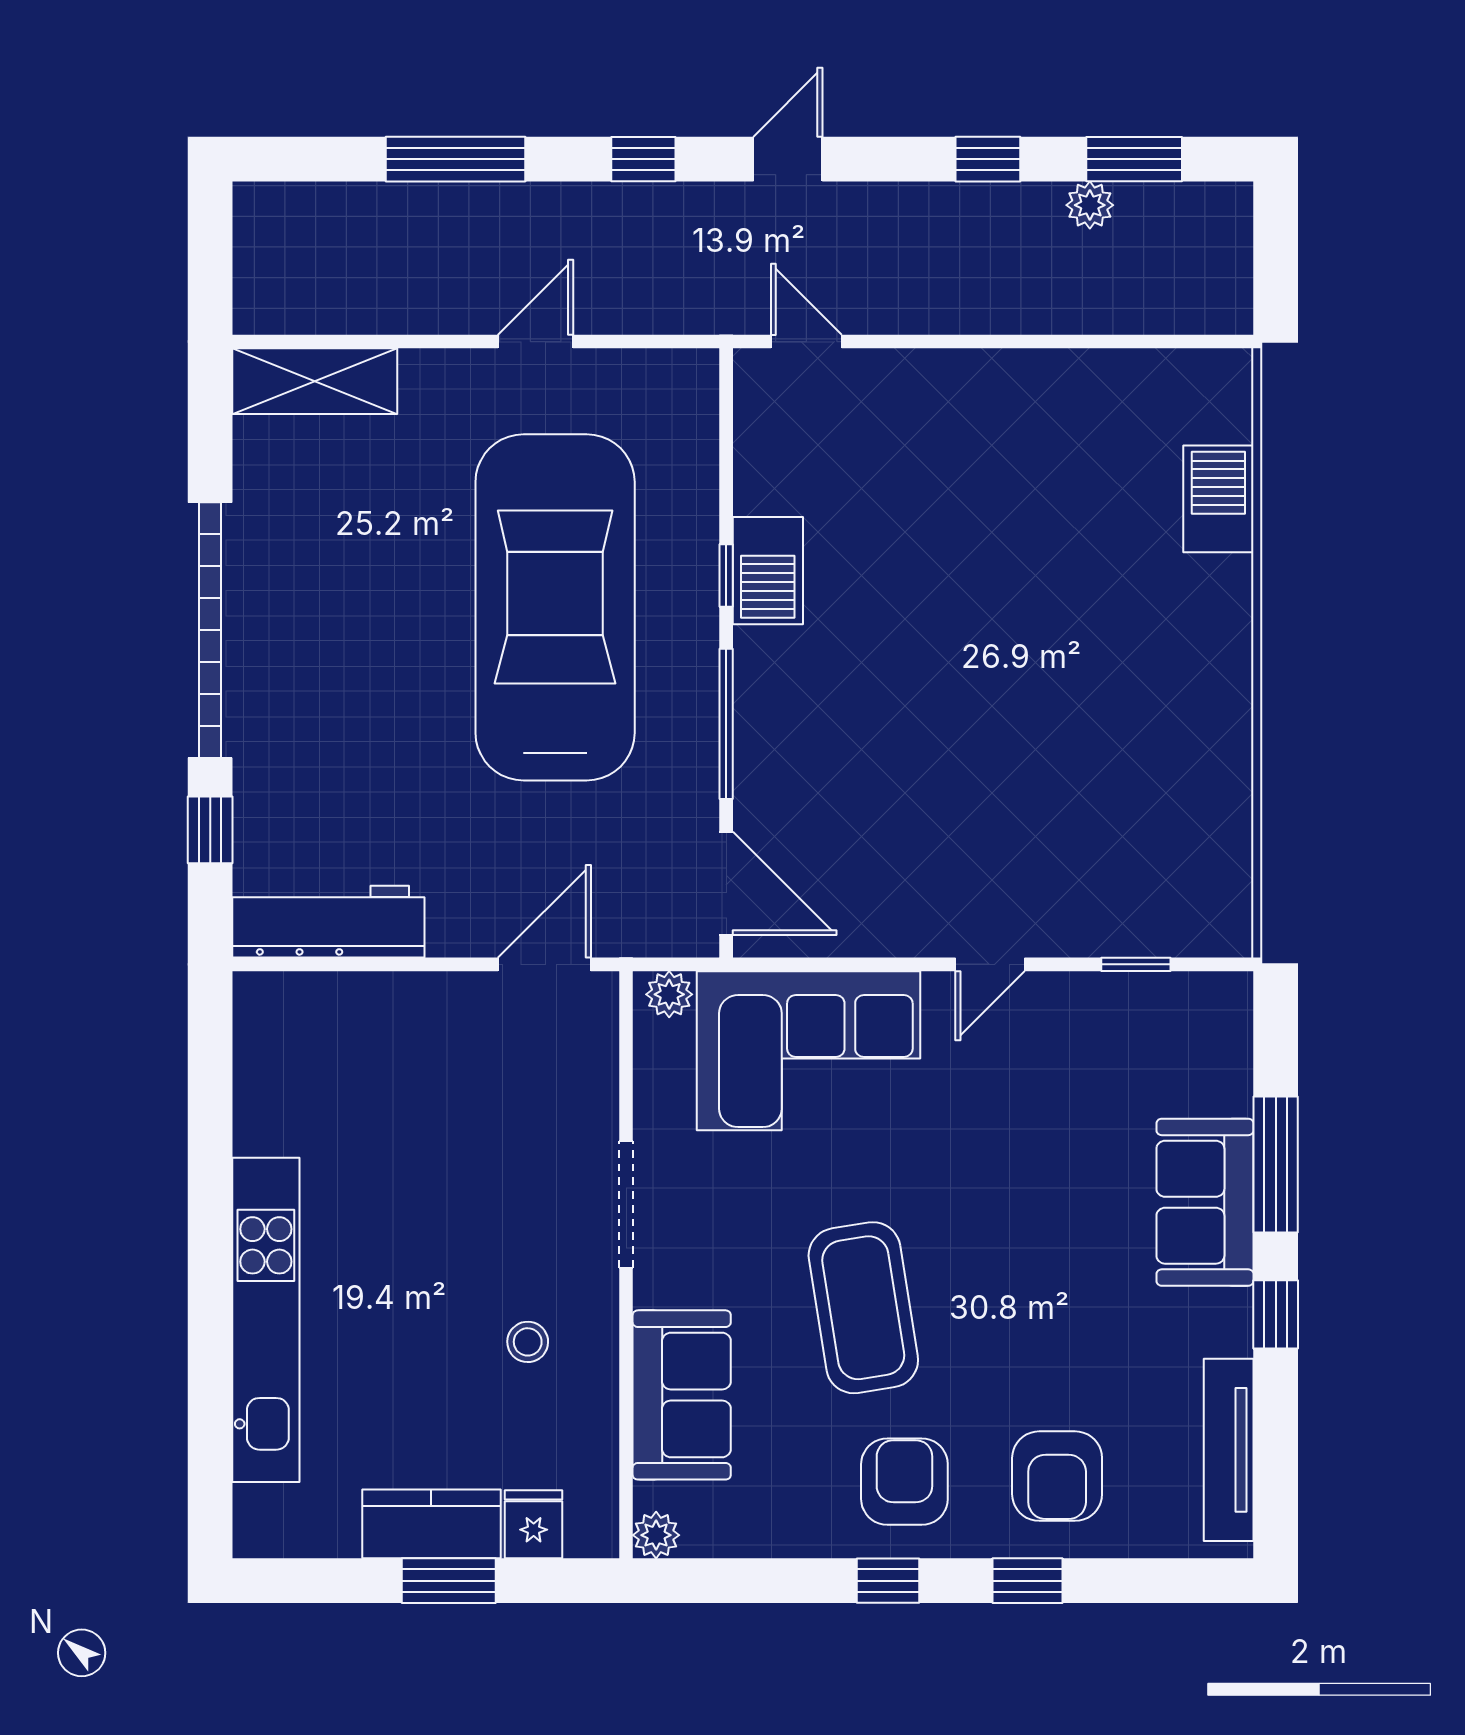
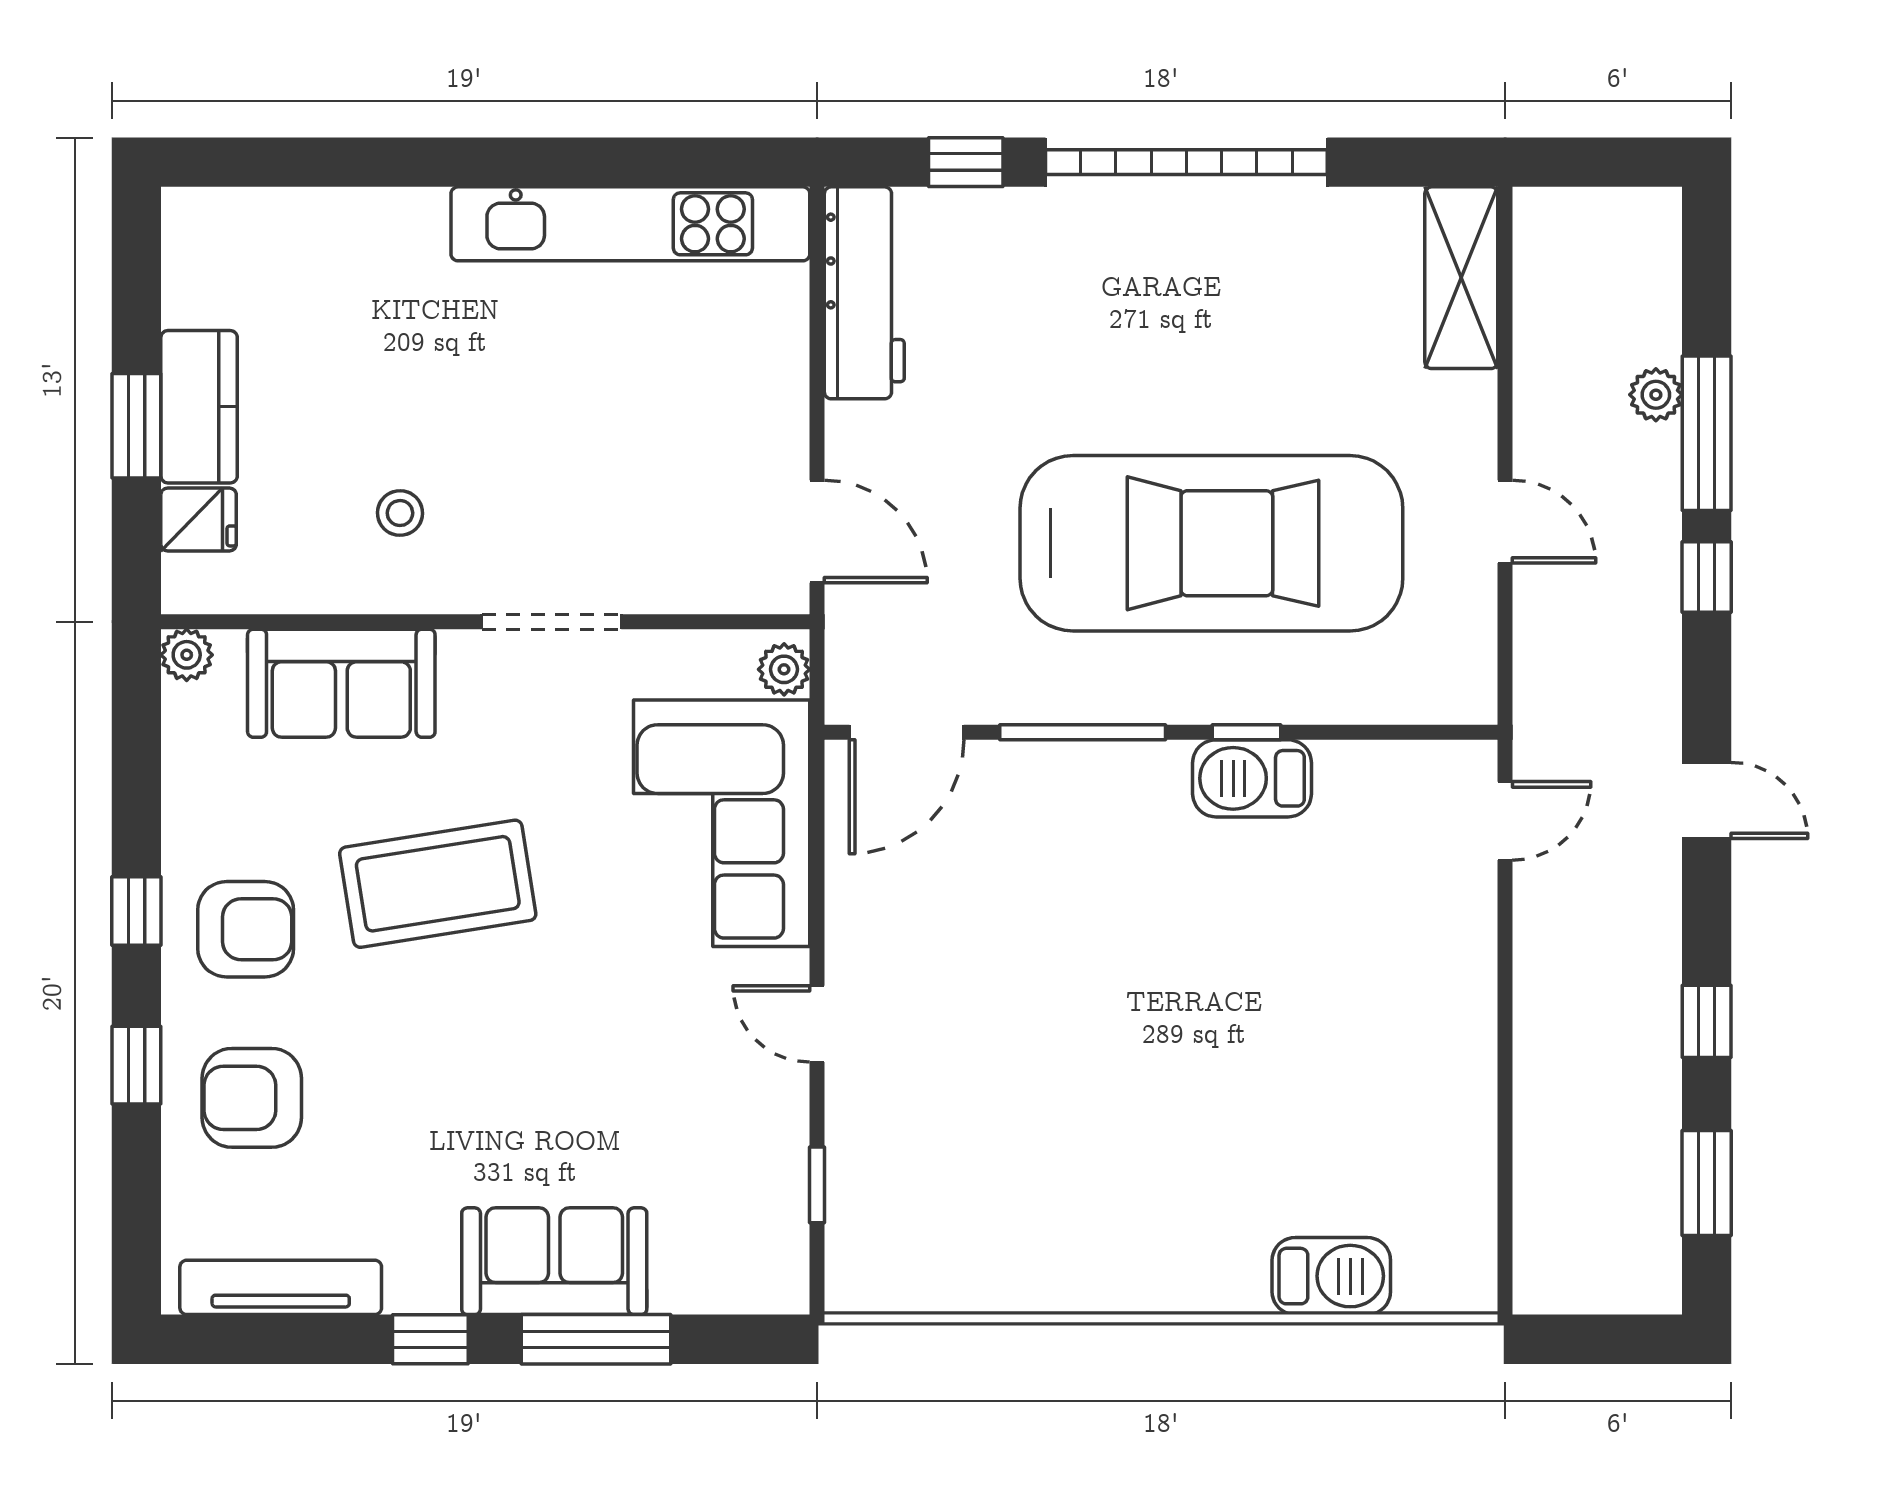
window: (643, 159) -> (1707, 577), moved
plant: (1090, 205) -> (1656, 395), moved
kitchen unit: (266, 1320) -> (630, 224), moved

